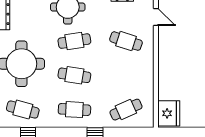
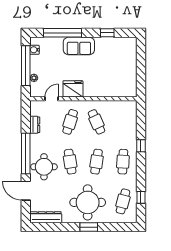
cafe table: (126, 110) -> (97, 122), moved
fridge: (169, 113) -> (73, 89), moved

